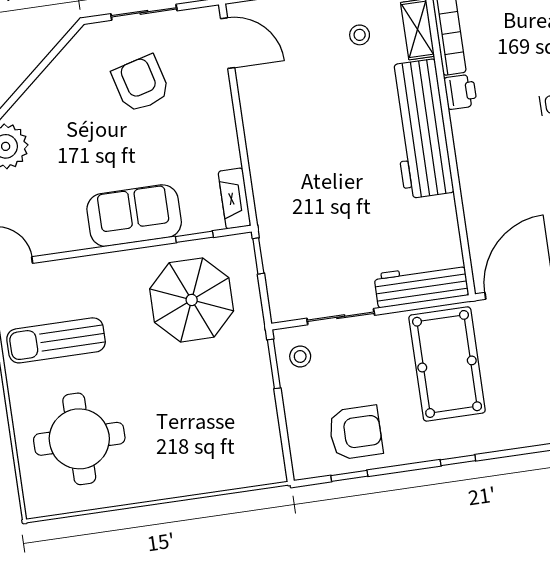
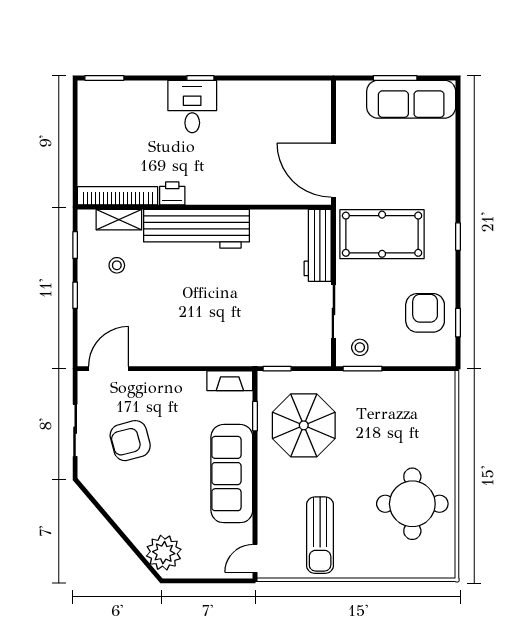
sofa: (134, 216) -> (232, 474), width x1.36
round table: (79, 439) -> (412, 504), moved

